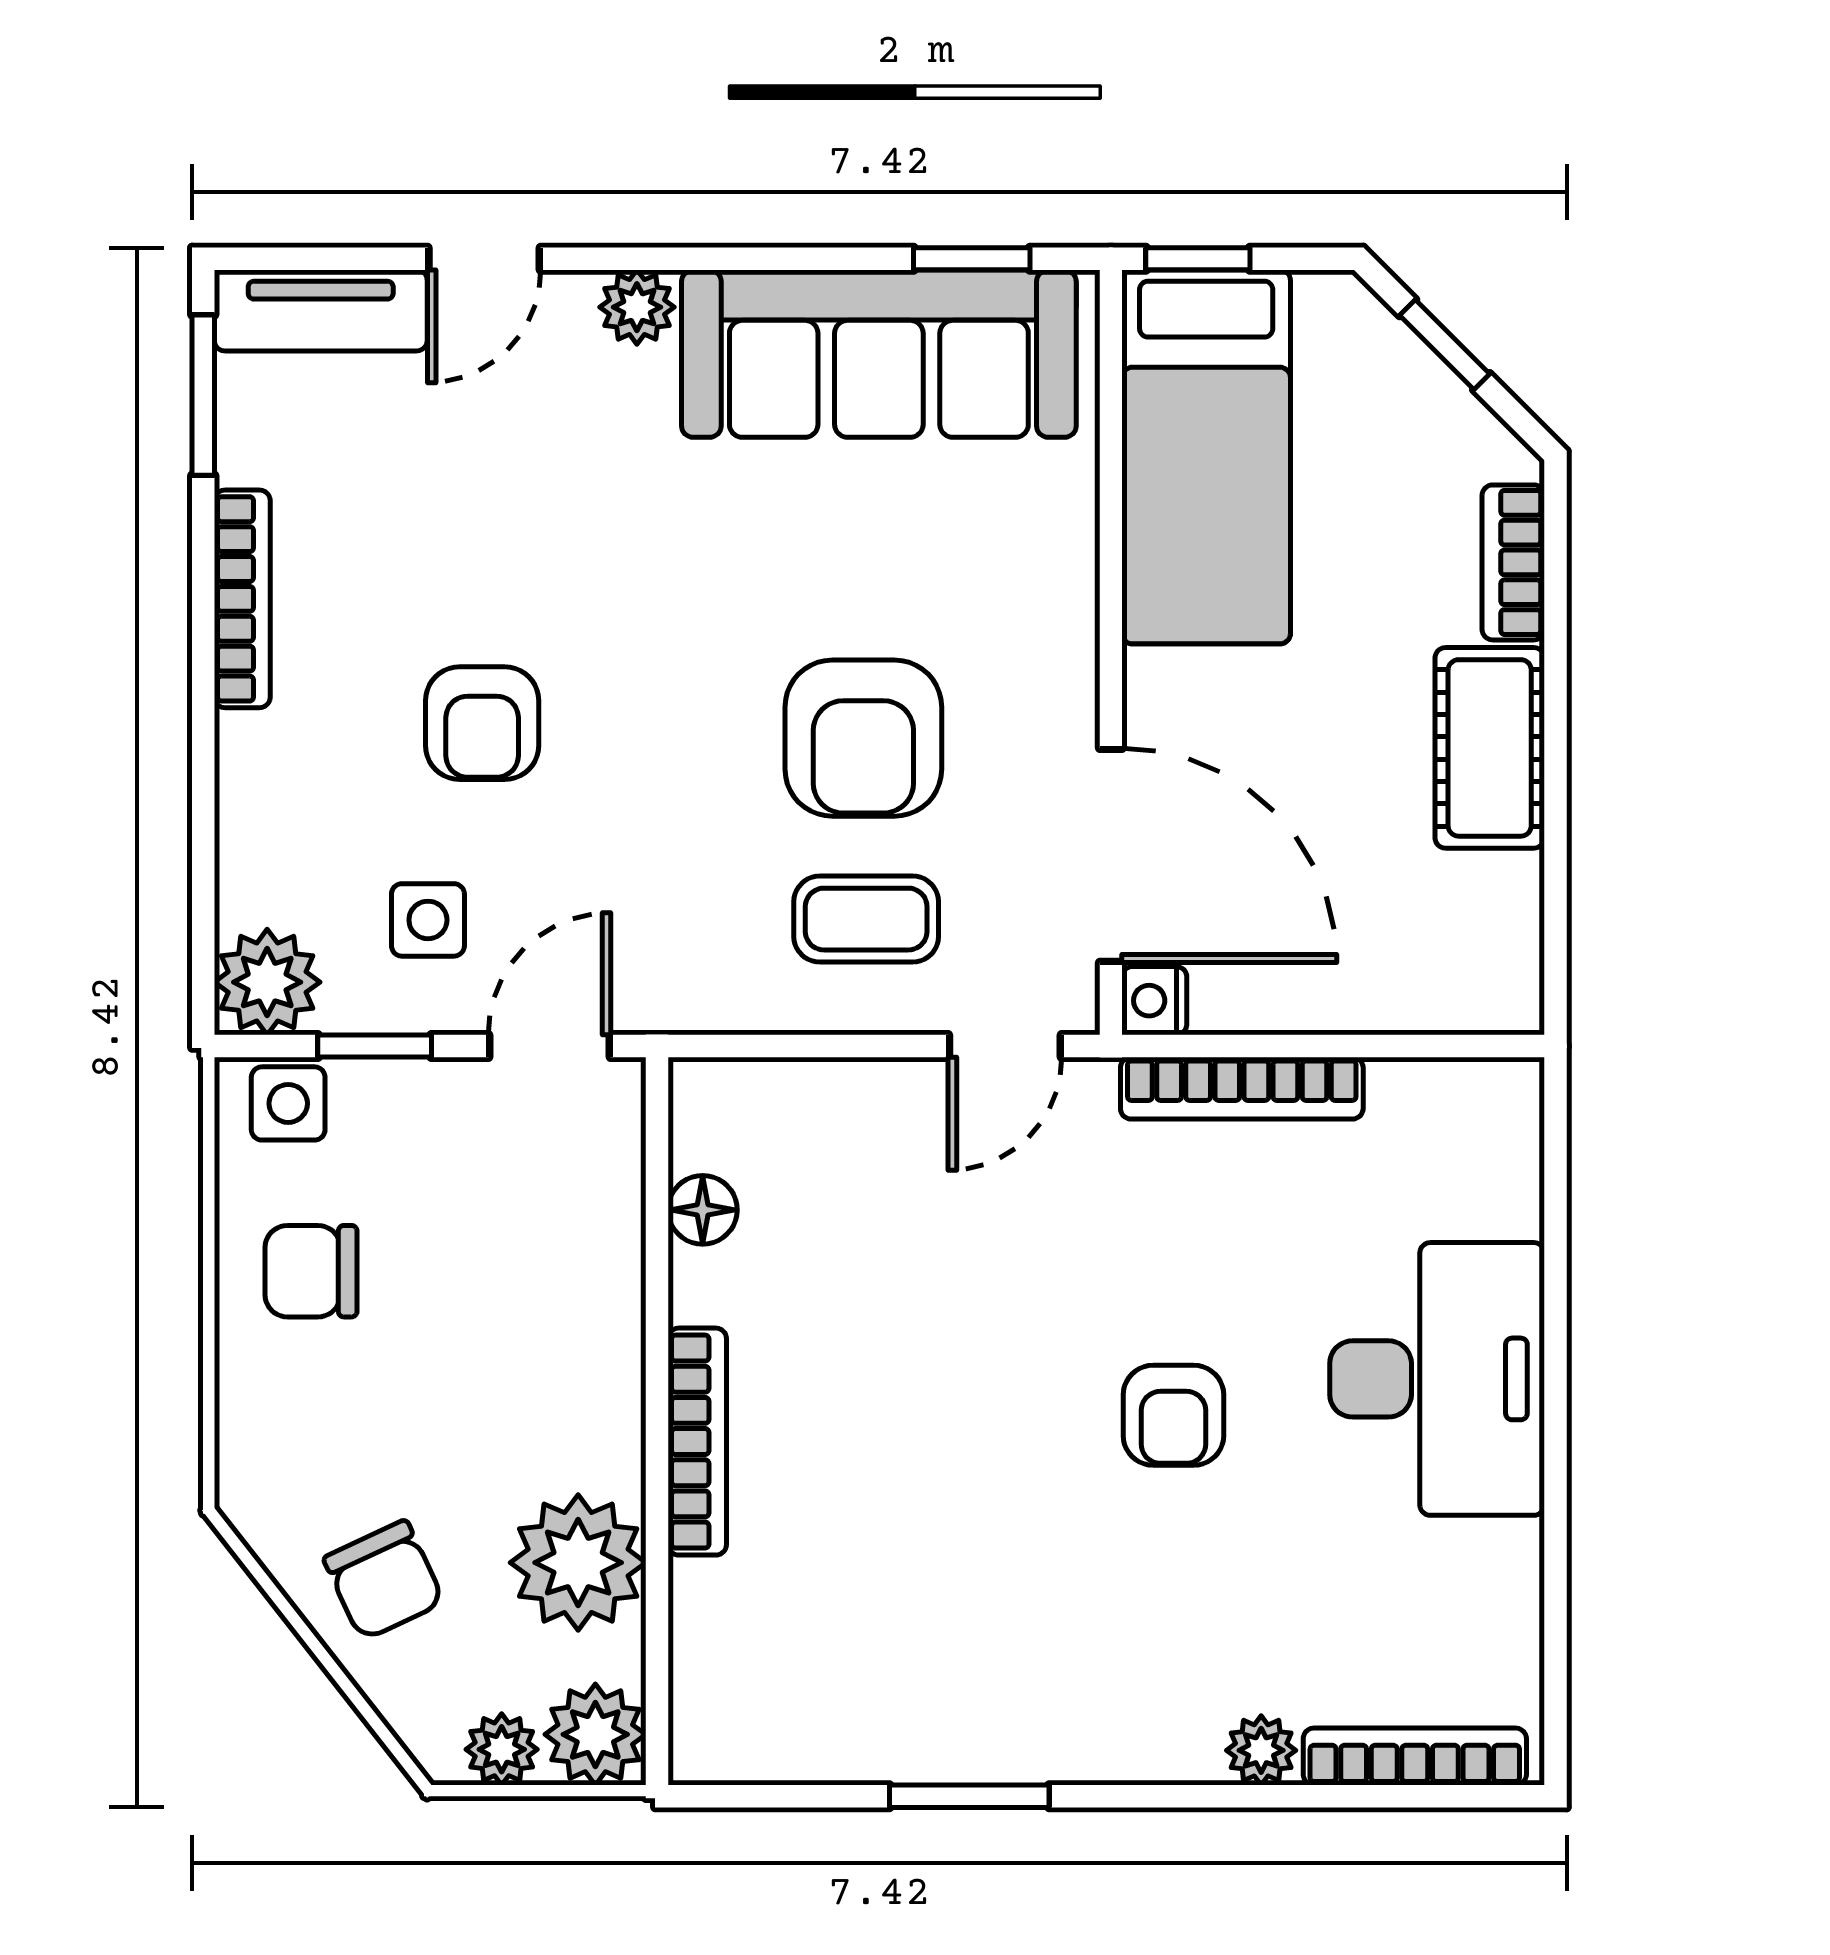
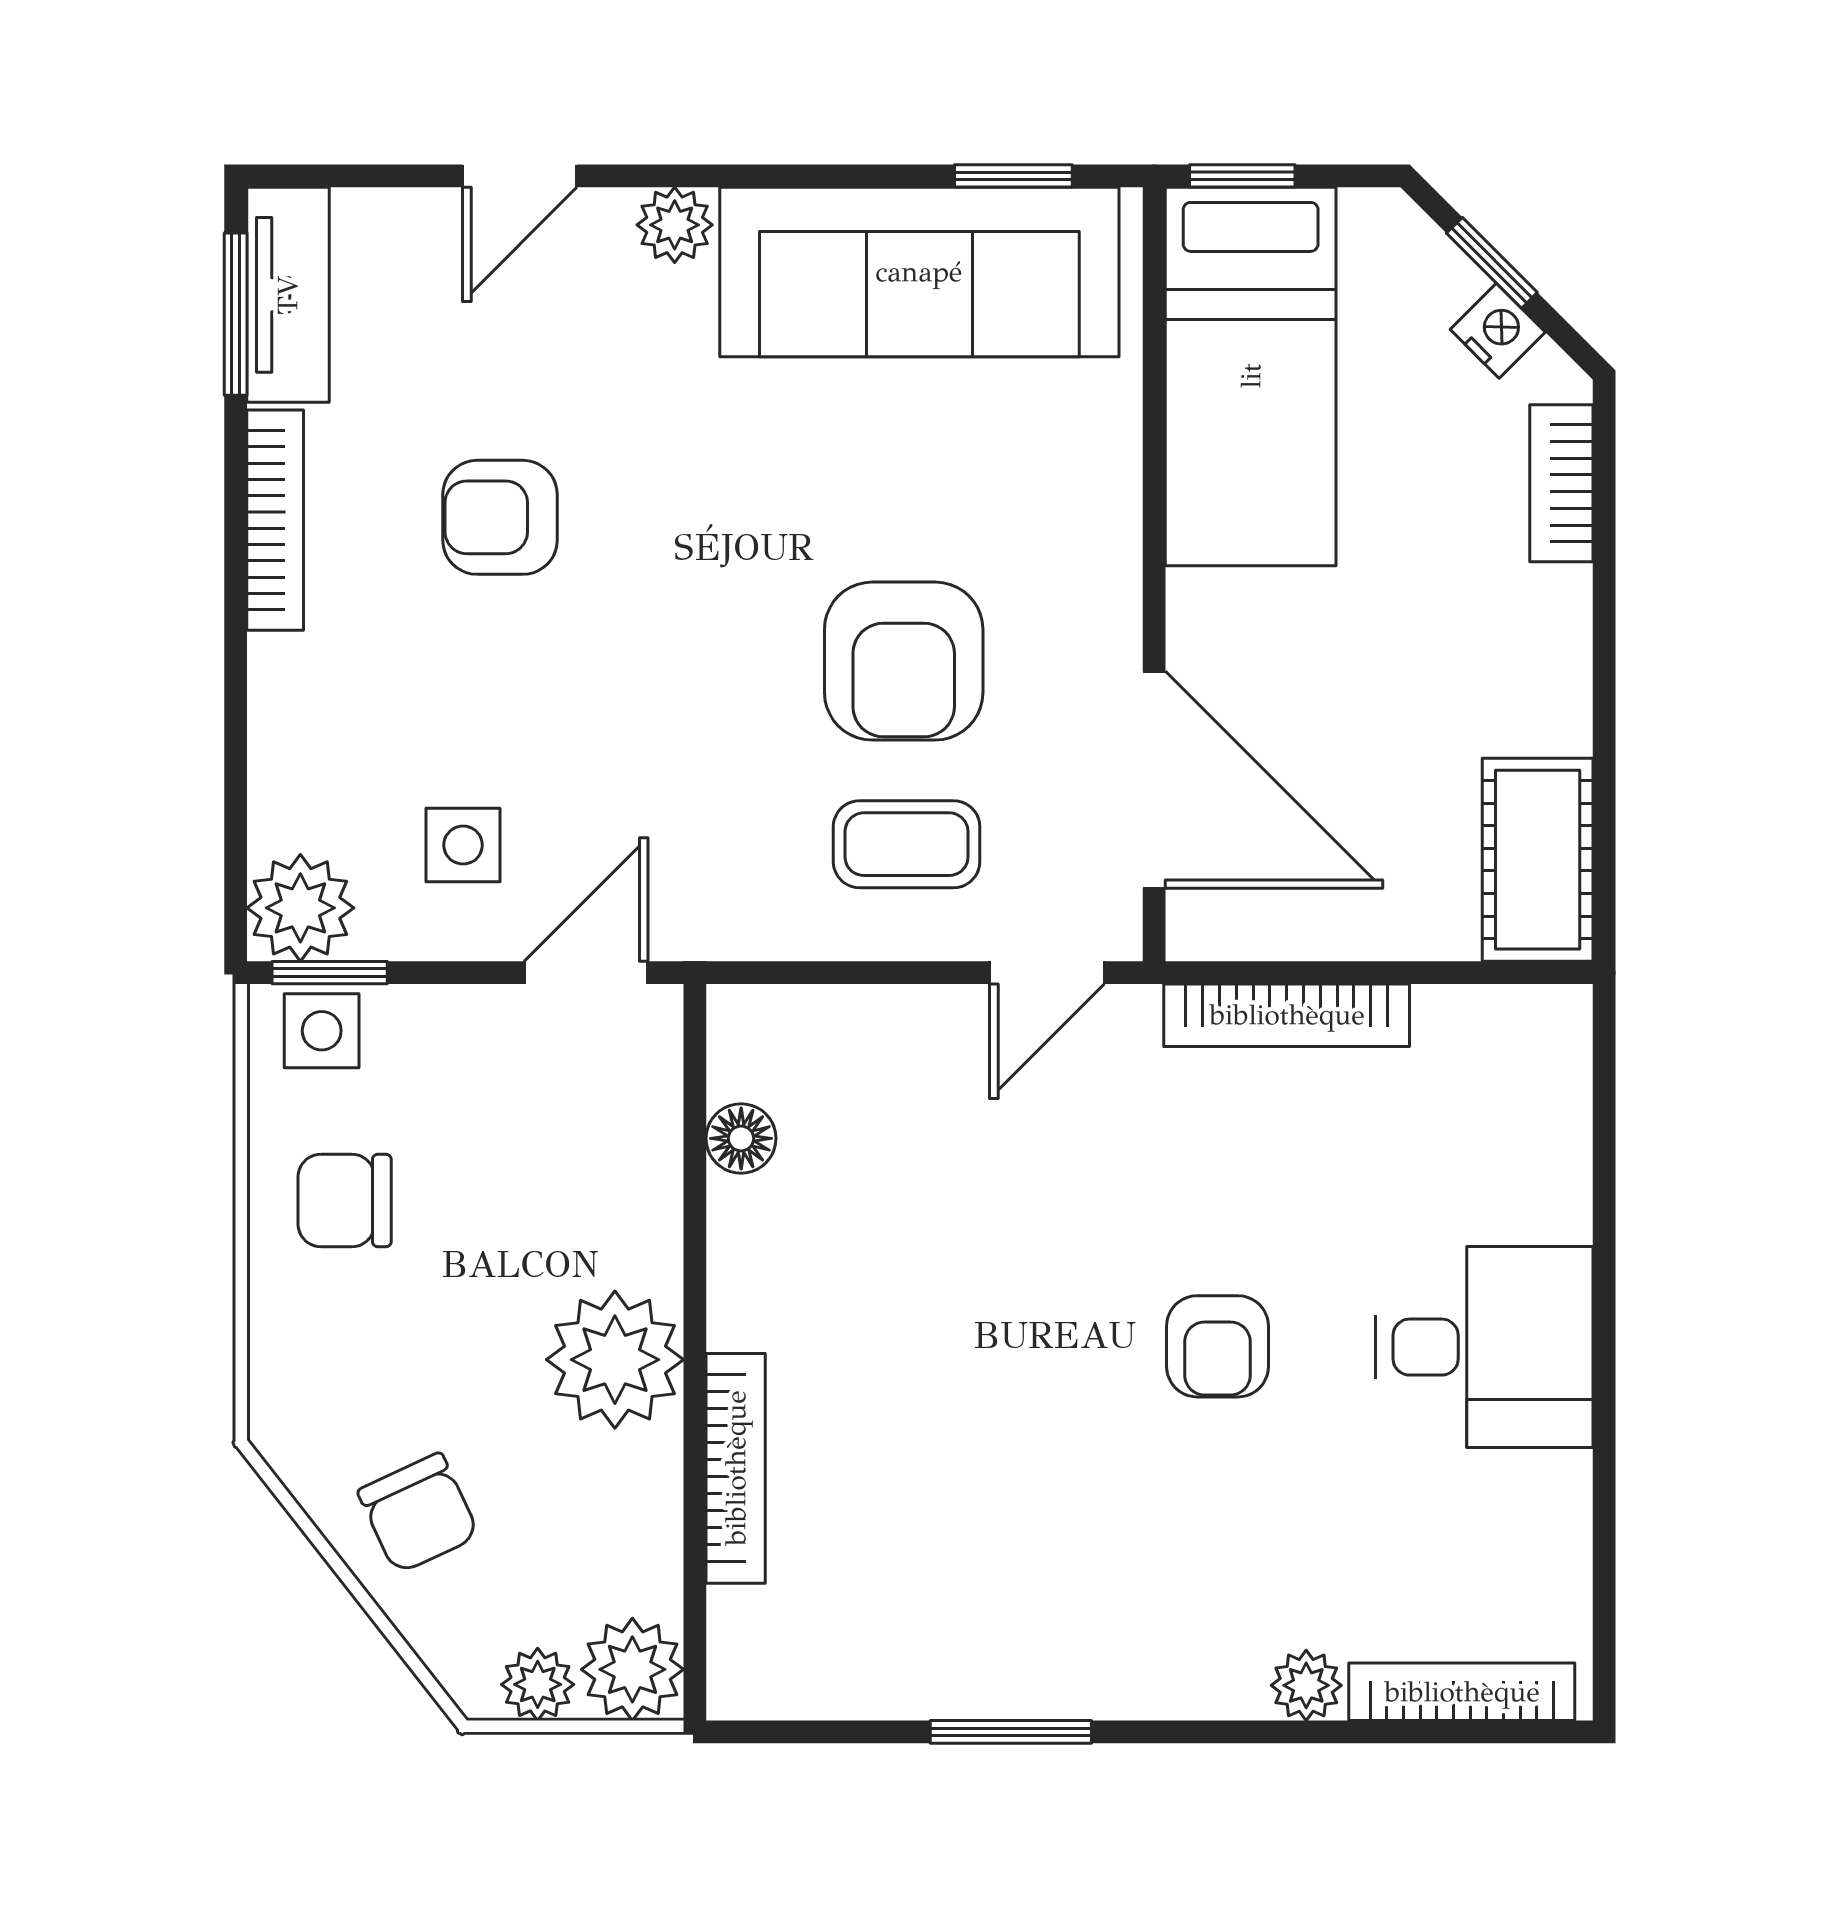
tv unit: (321, 310) -> (288, 295), moved, turned -90
armchair: (482, 723) -> (500, 517), moved, turned 90
cot: (1490, 748) -> (1538, 860), moved
nightstand: (1154, 1001) -> (1498, 331), moved, turned 135
window: (375, 1046) -> (330, 973), moved
desk: (1437, 1379) -> (1484, 1347), width x0.73
bookcase: (697, 1442) -> (736, 1468), moved
plant: (578, 1563) -> (615, 1360), moved

